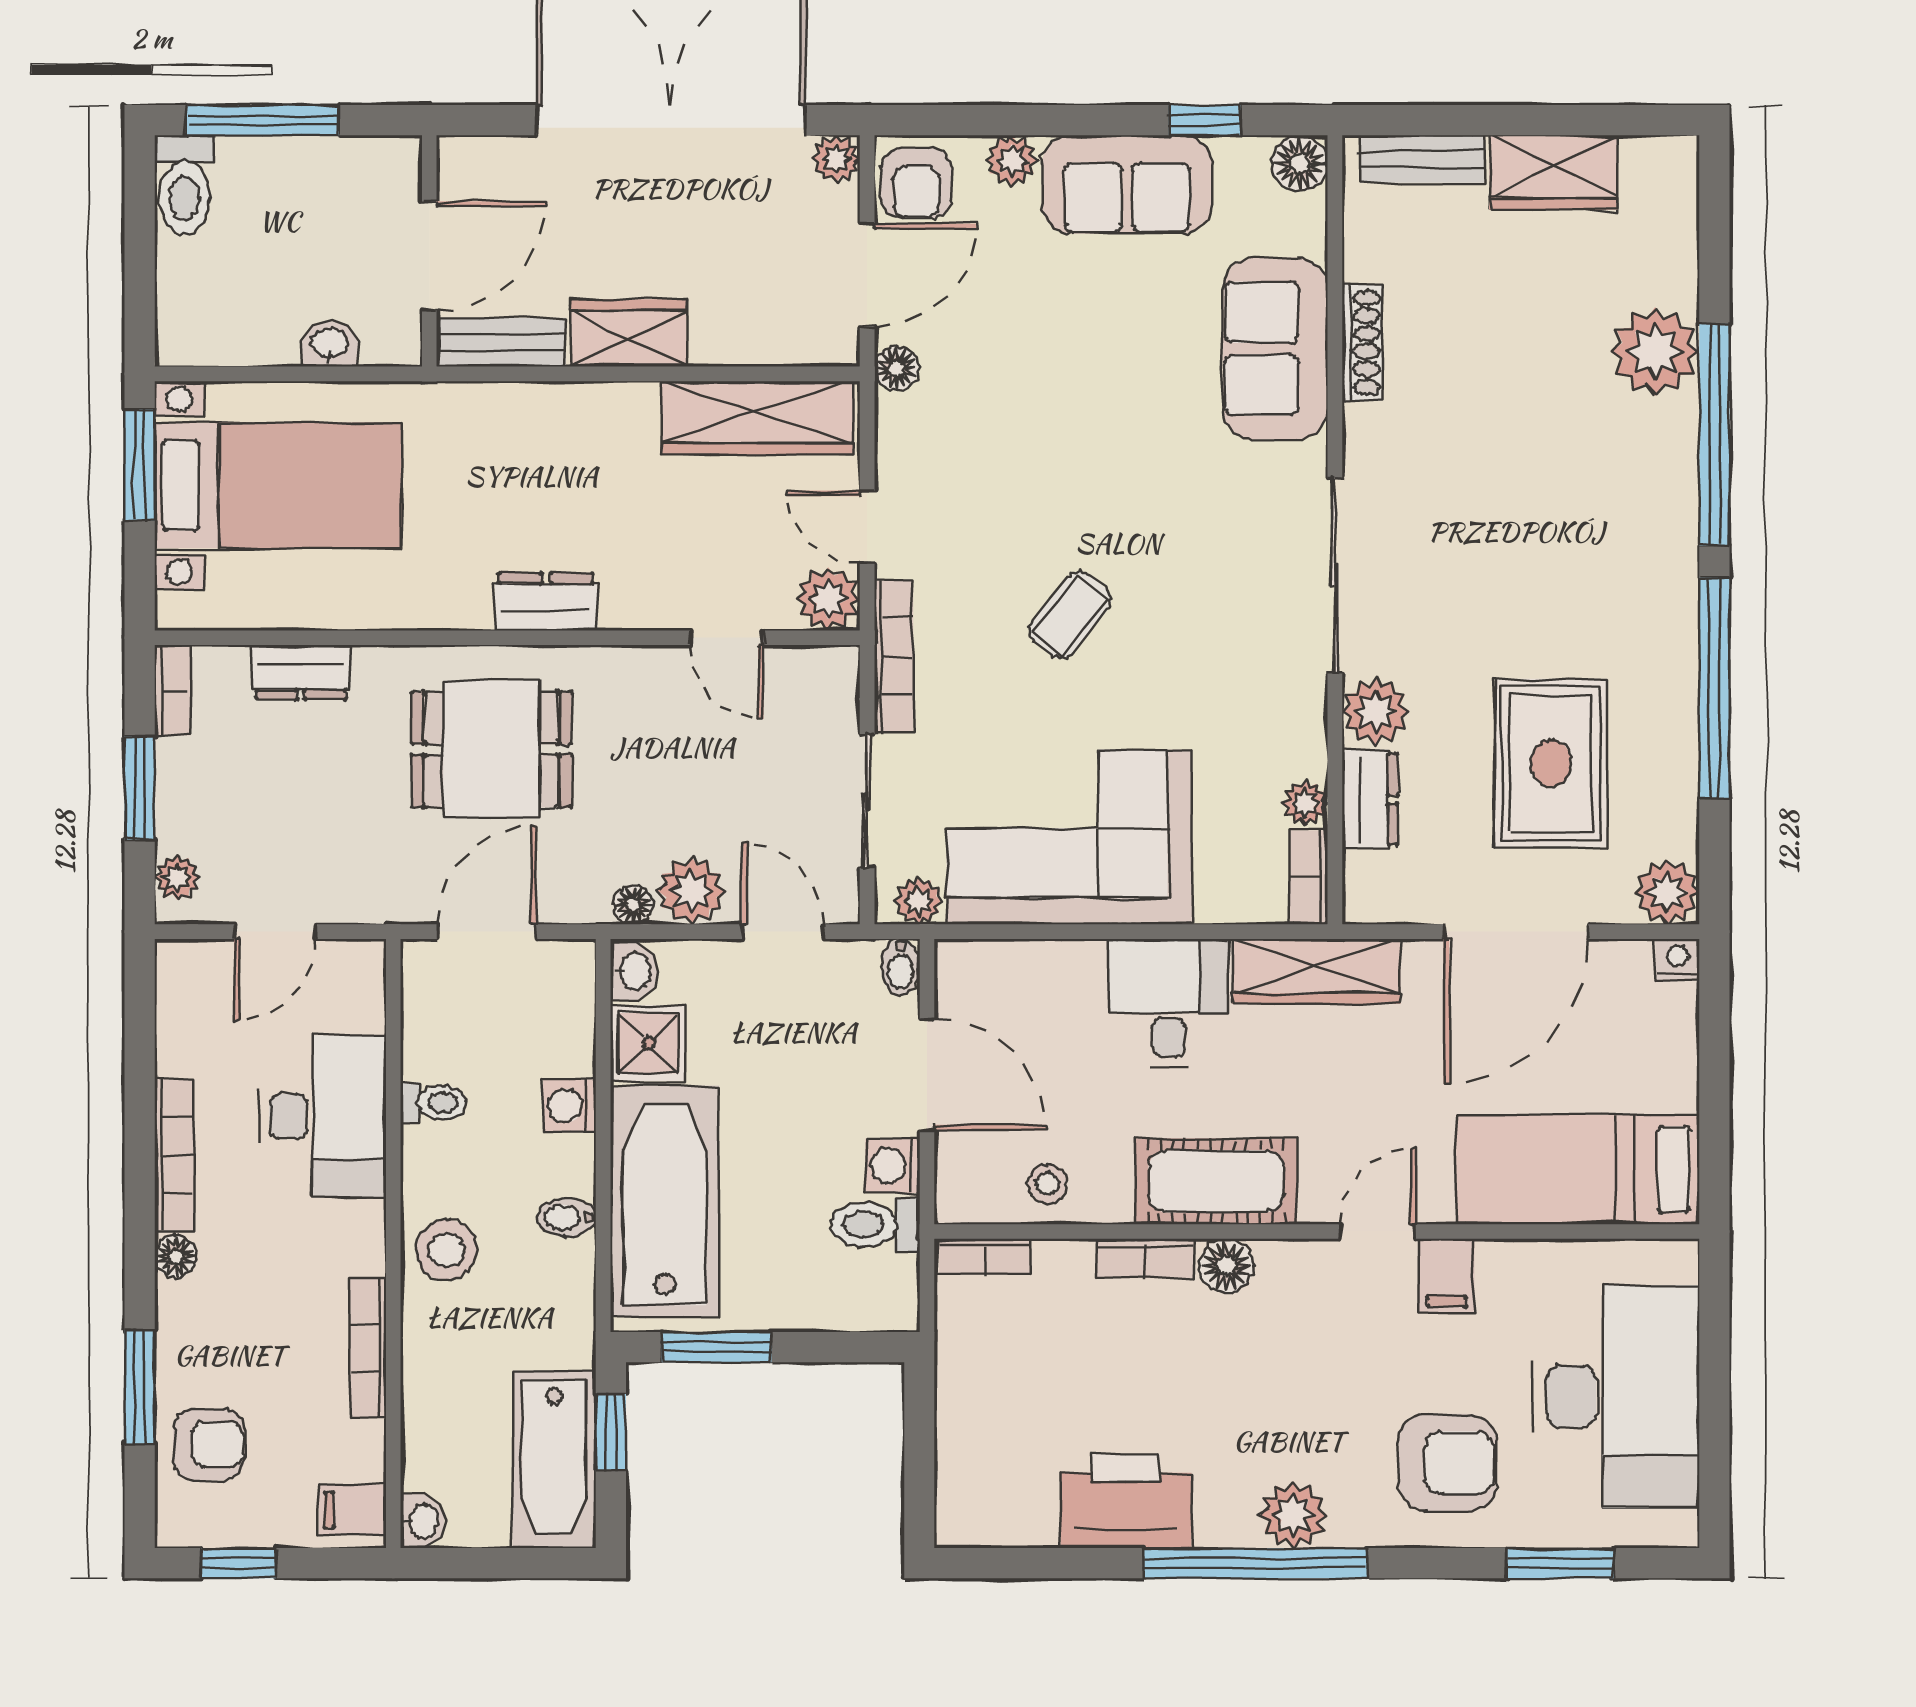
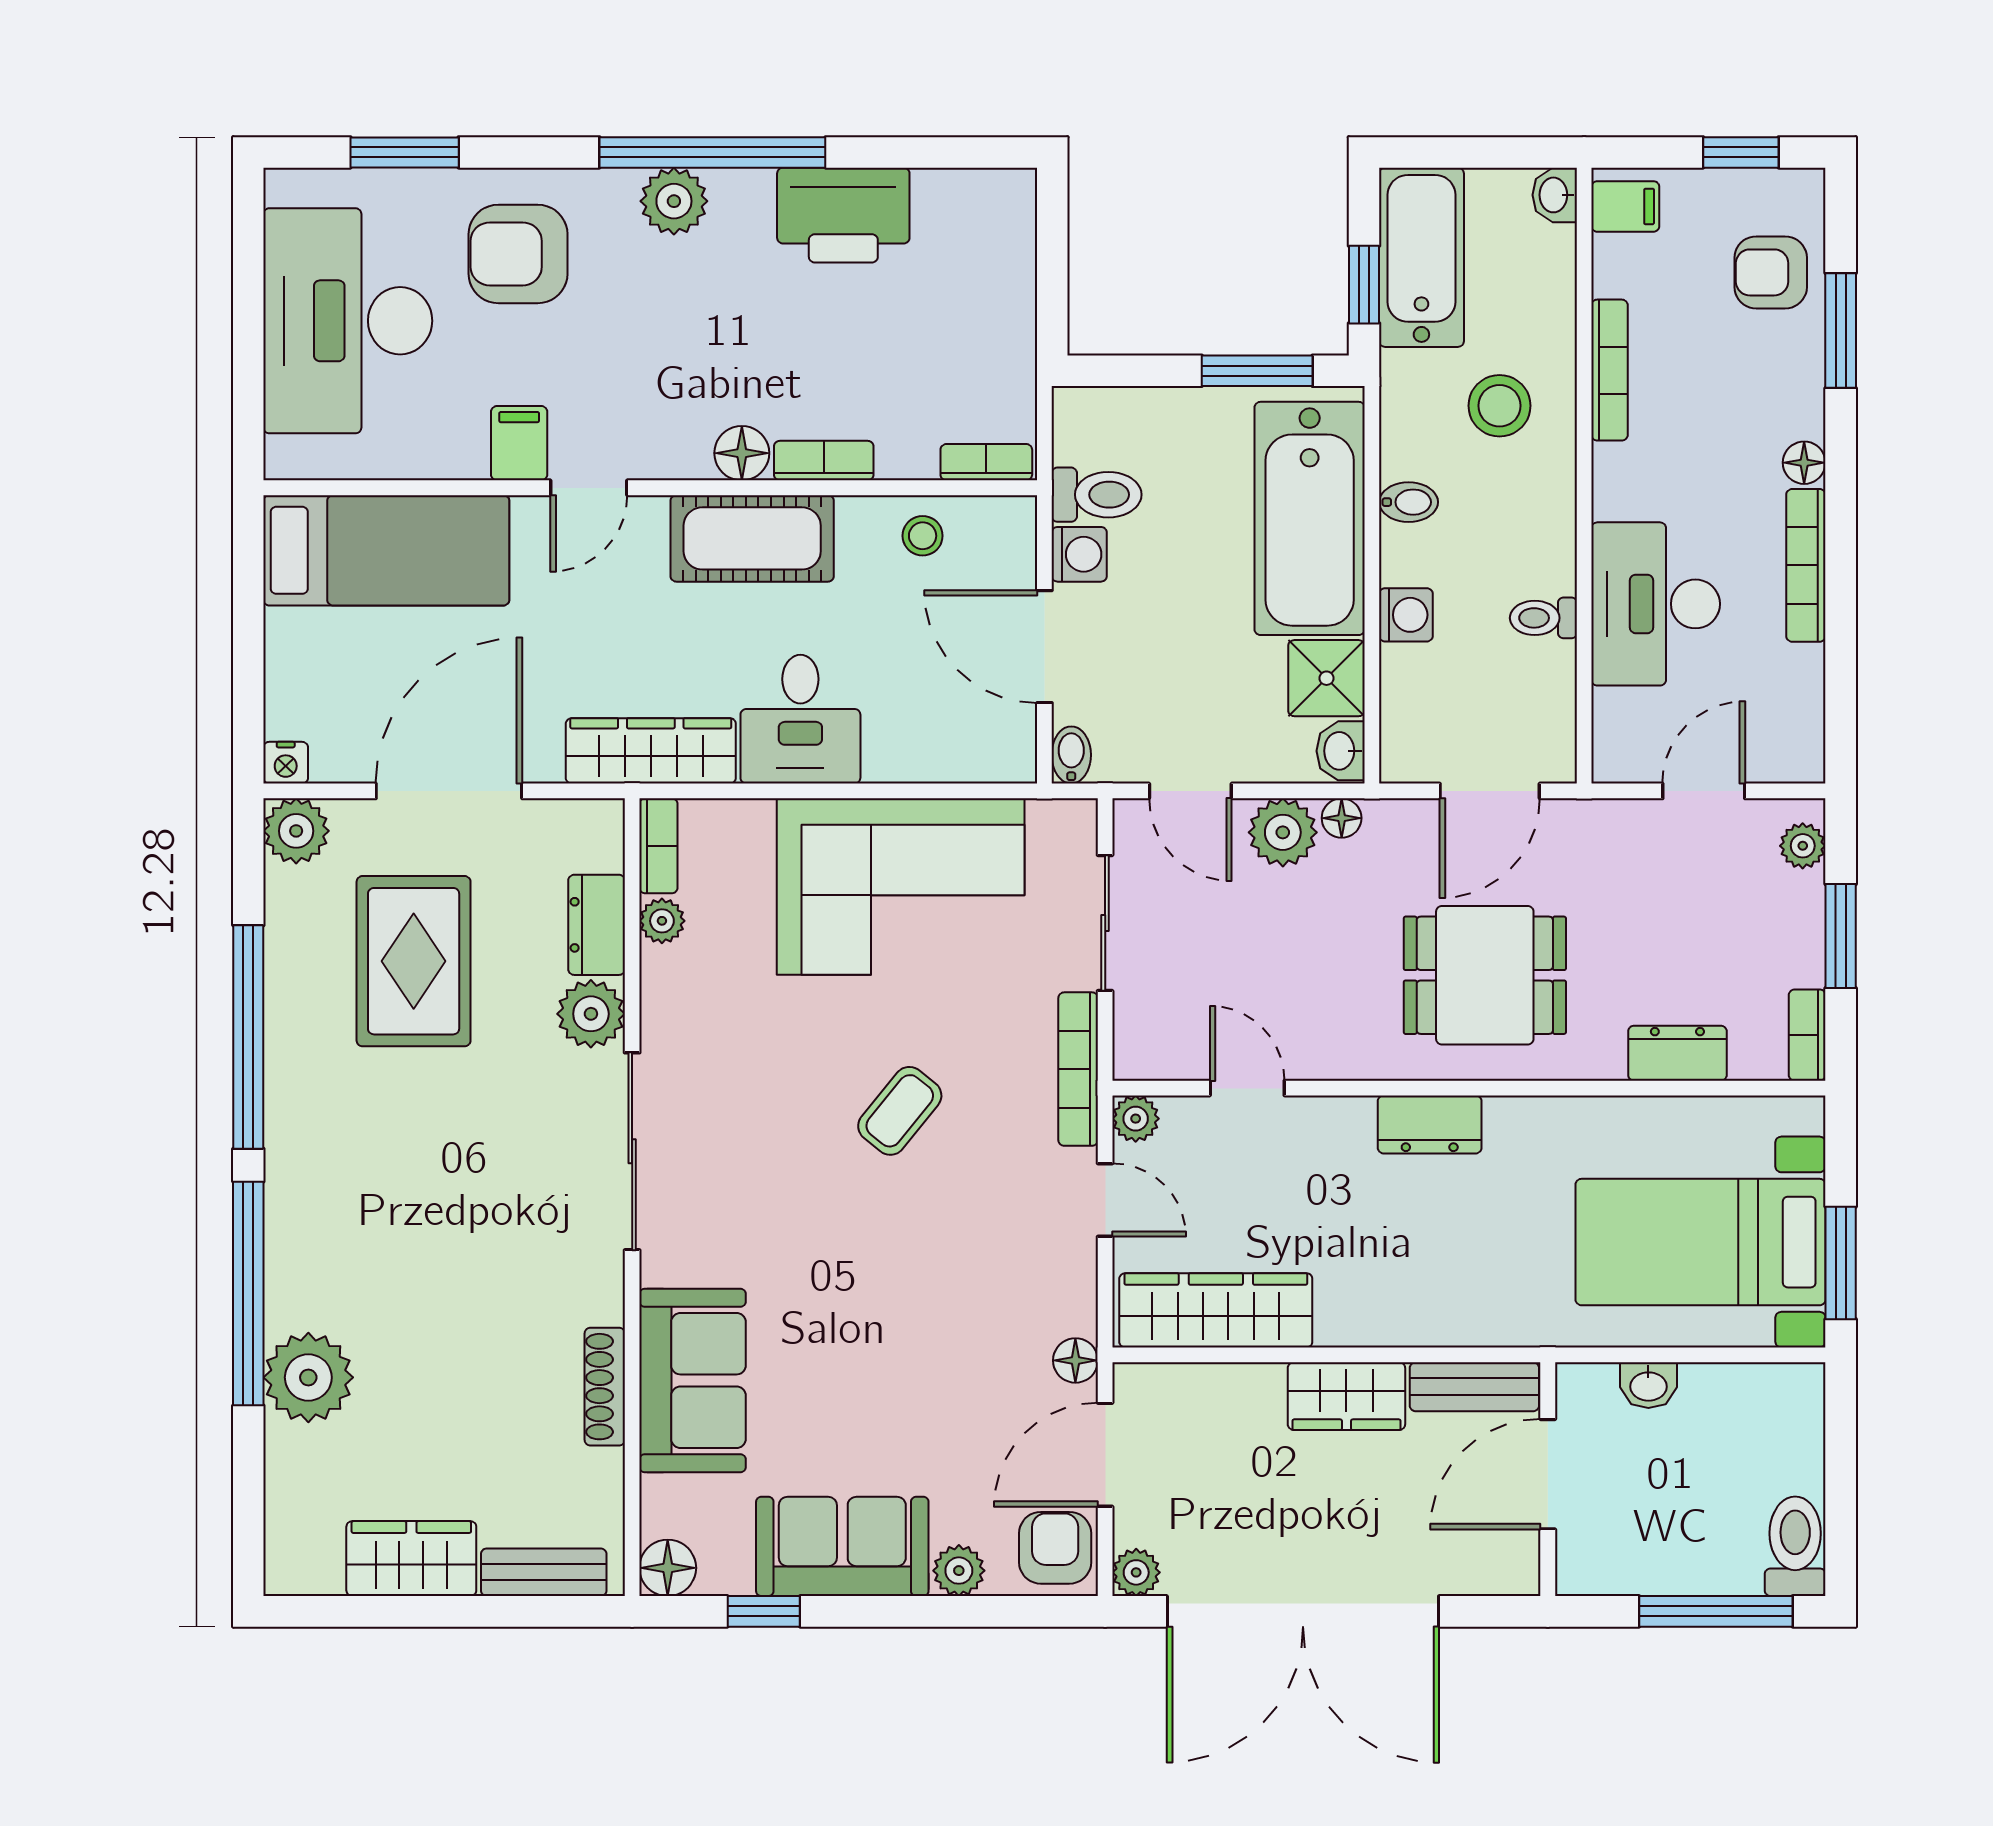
plant: (828, 599) -> (1136, 1119), width x0.73, depth x0.73
plant: (919, 901) -> (1053, 822), removed
stool: (446, 1250) -> (1499, 406), moved

